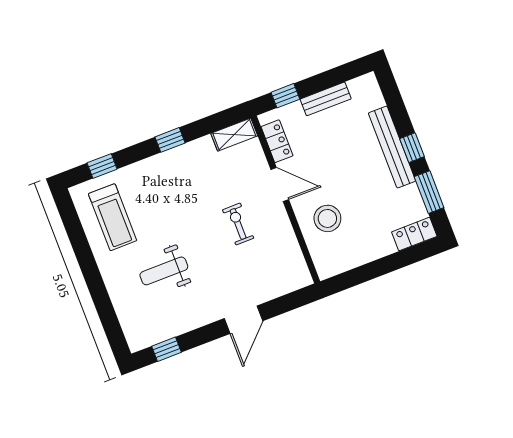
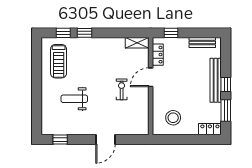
bench: (326, 99) -> (202, 42), moved
window: (170, 140) -> (85, 33), moved
door: (280, 185) -> (151, 77), swing flipped
stool: (327, 218) -> (173, 118), moved

